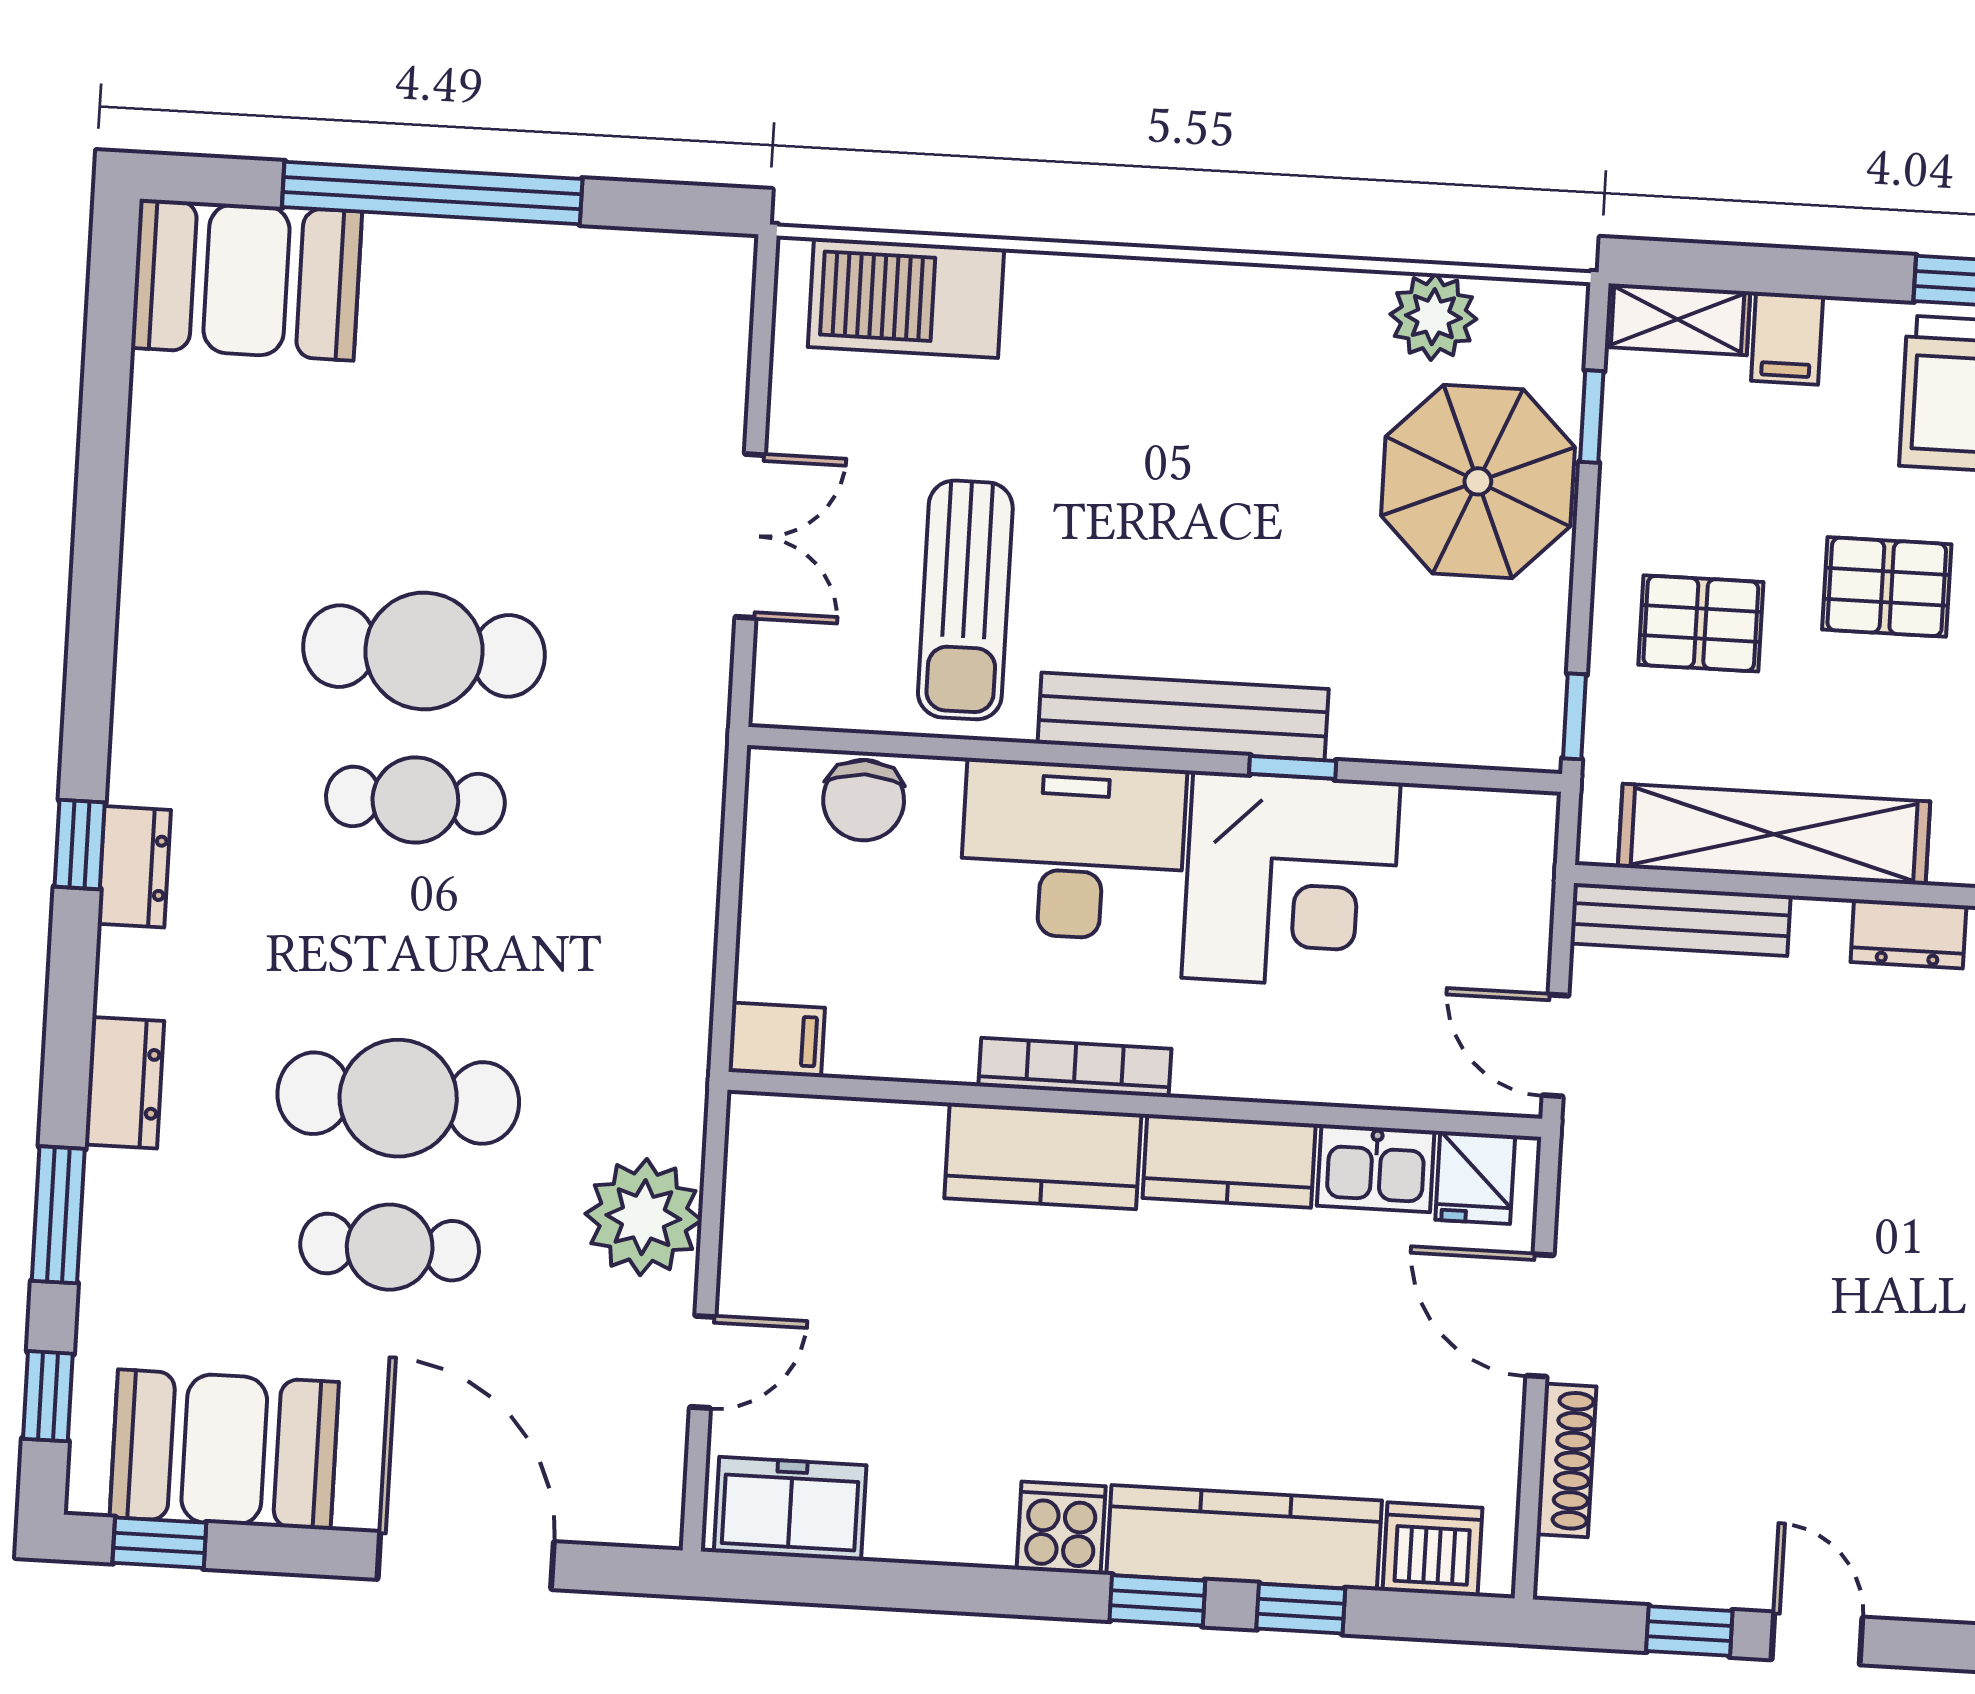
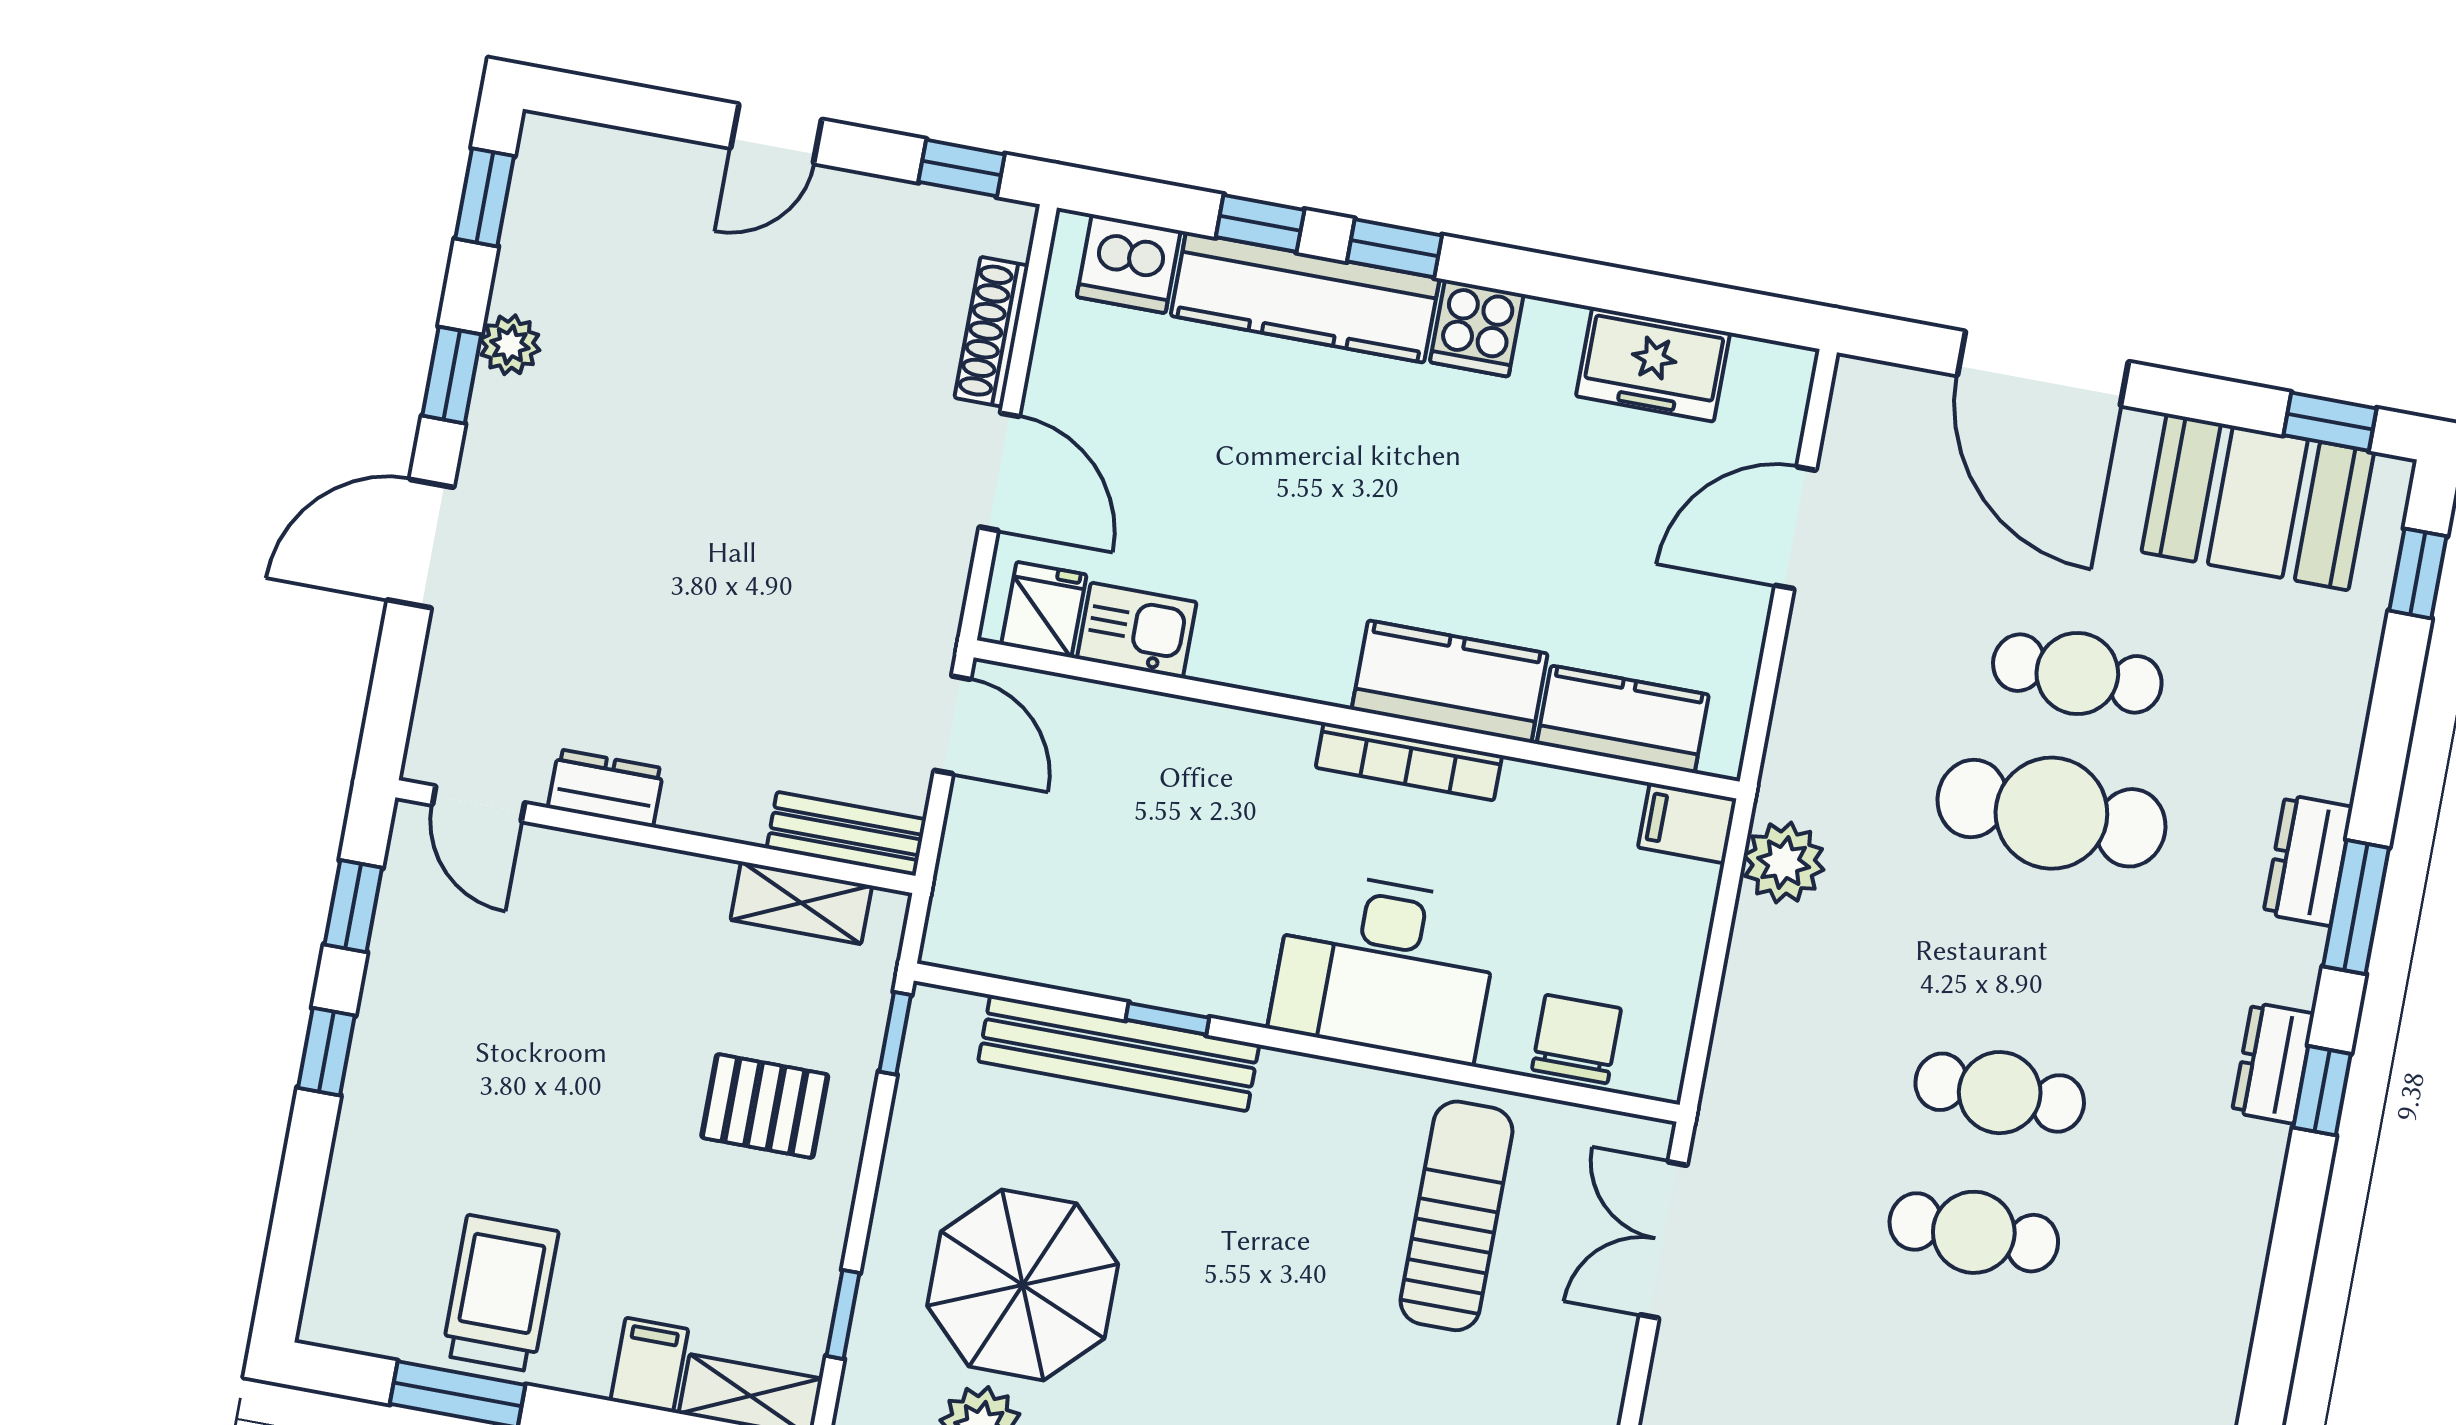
parasol: (1478, 481) -> (1023, 1285), moved
double door: (750, 536) -> (1663, 1240), moved
pallet: (1887, 587) -> (585, 1118), removed
cafe table: (424, 651) -> (1974, 1232), width x0.73, depth x0.74
bench: (1183, 716) -> (1119, 1053), moved
shelving: (1774, 834) -> (801, 903), width x0.45, depth x0.75
corner desk: (1291, 880) -> (1182, 912), removed
bench: (1681, 920) -> (846, 834), width x0.73
kitchen counter: (1229, 1161) -> (1623, 719), moved
window: (58, 1215) -> (2356, 907), moved
plant: (643, 1217) -> (1784, 863), moved, width x0.73, depth x0.73
door: (703, 1362) -> (1795, 528), width x1.38
freezer: (790, 1509) -> (1653, 364), moved
window: (1689, 1631) -> (962, 168), moved
door: (1817, 1638) -> (776, 134), hinge flipped

